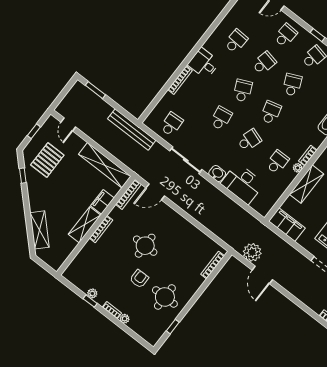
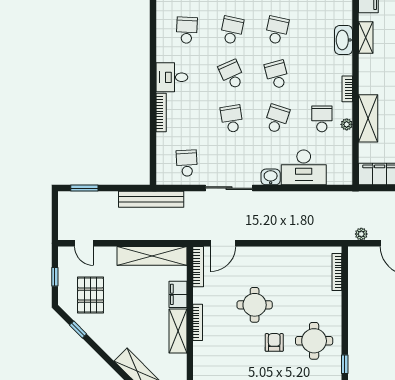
school desk: (292, 85) -> (277, 30), turned 36
plant: (298, 168) -> (347, 124), moved
plant: (252, 252) -> (361, 234), width x0.53, depth x0.53

